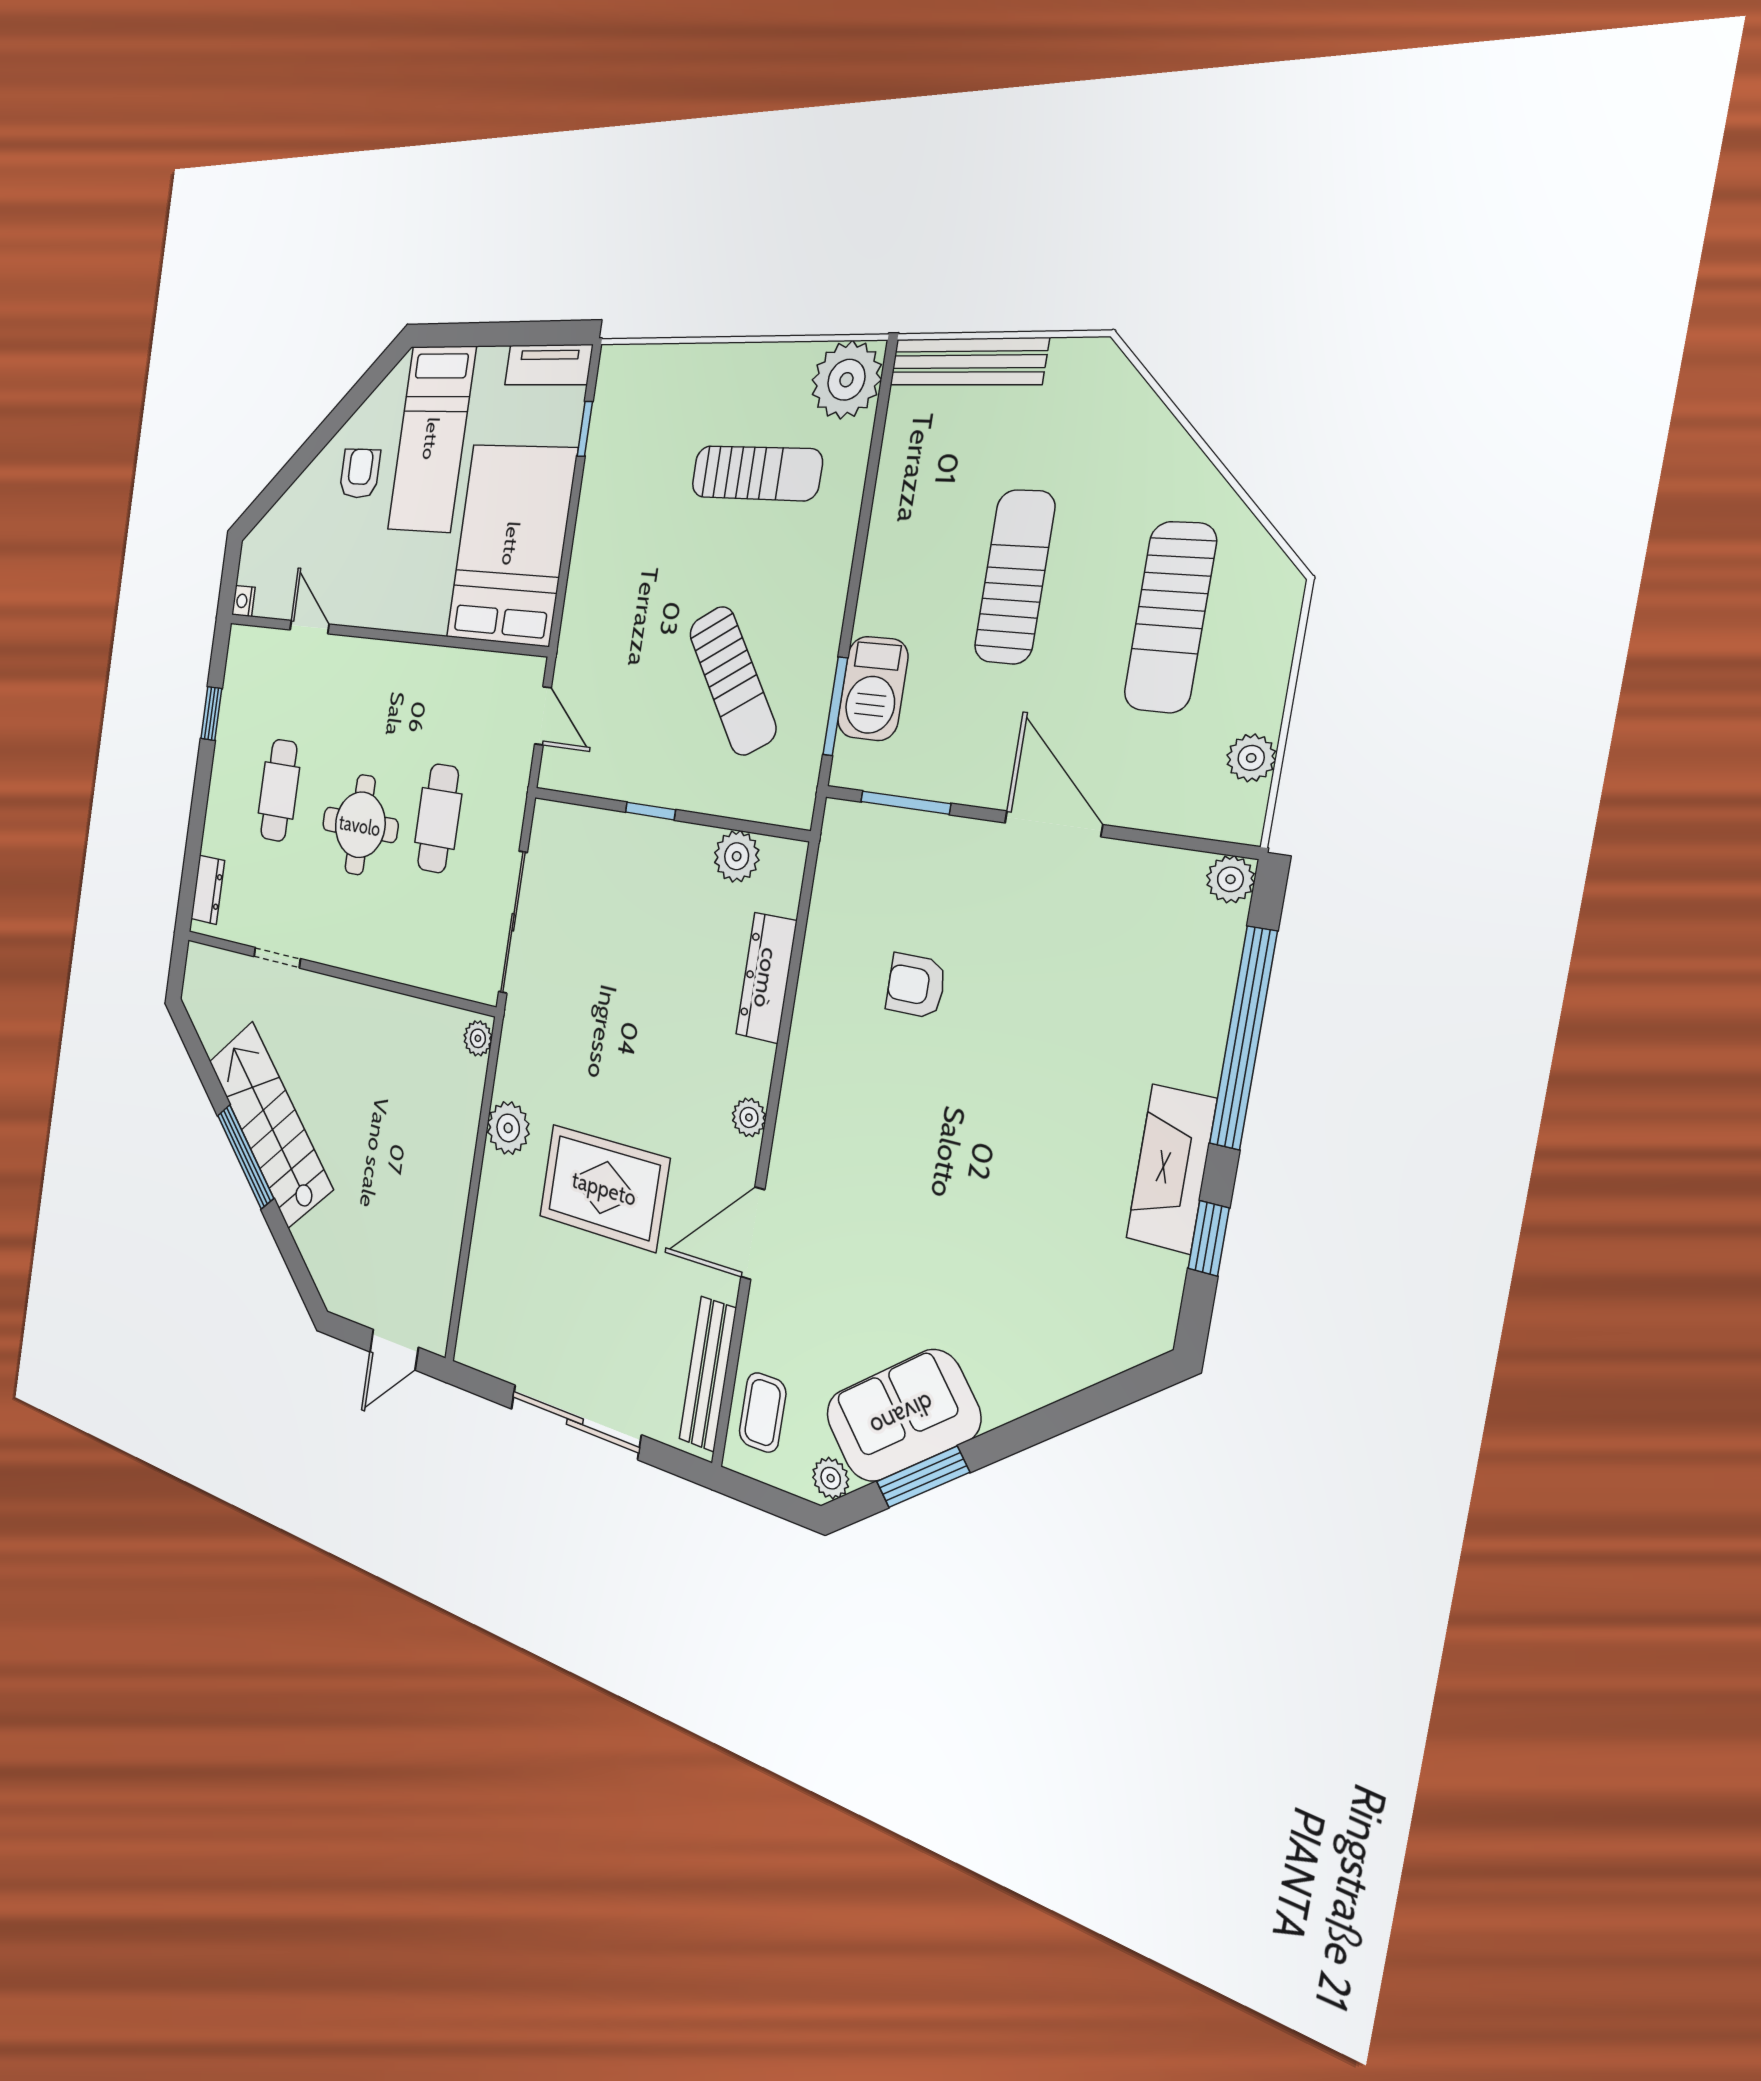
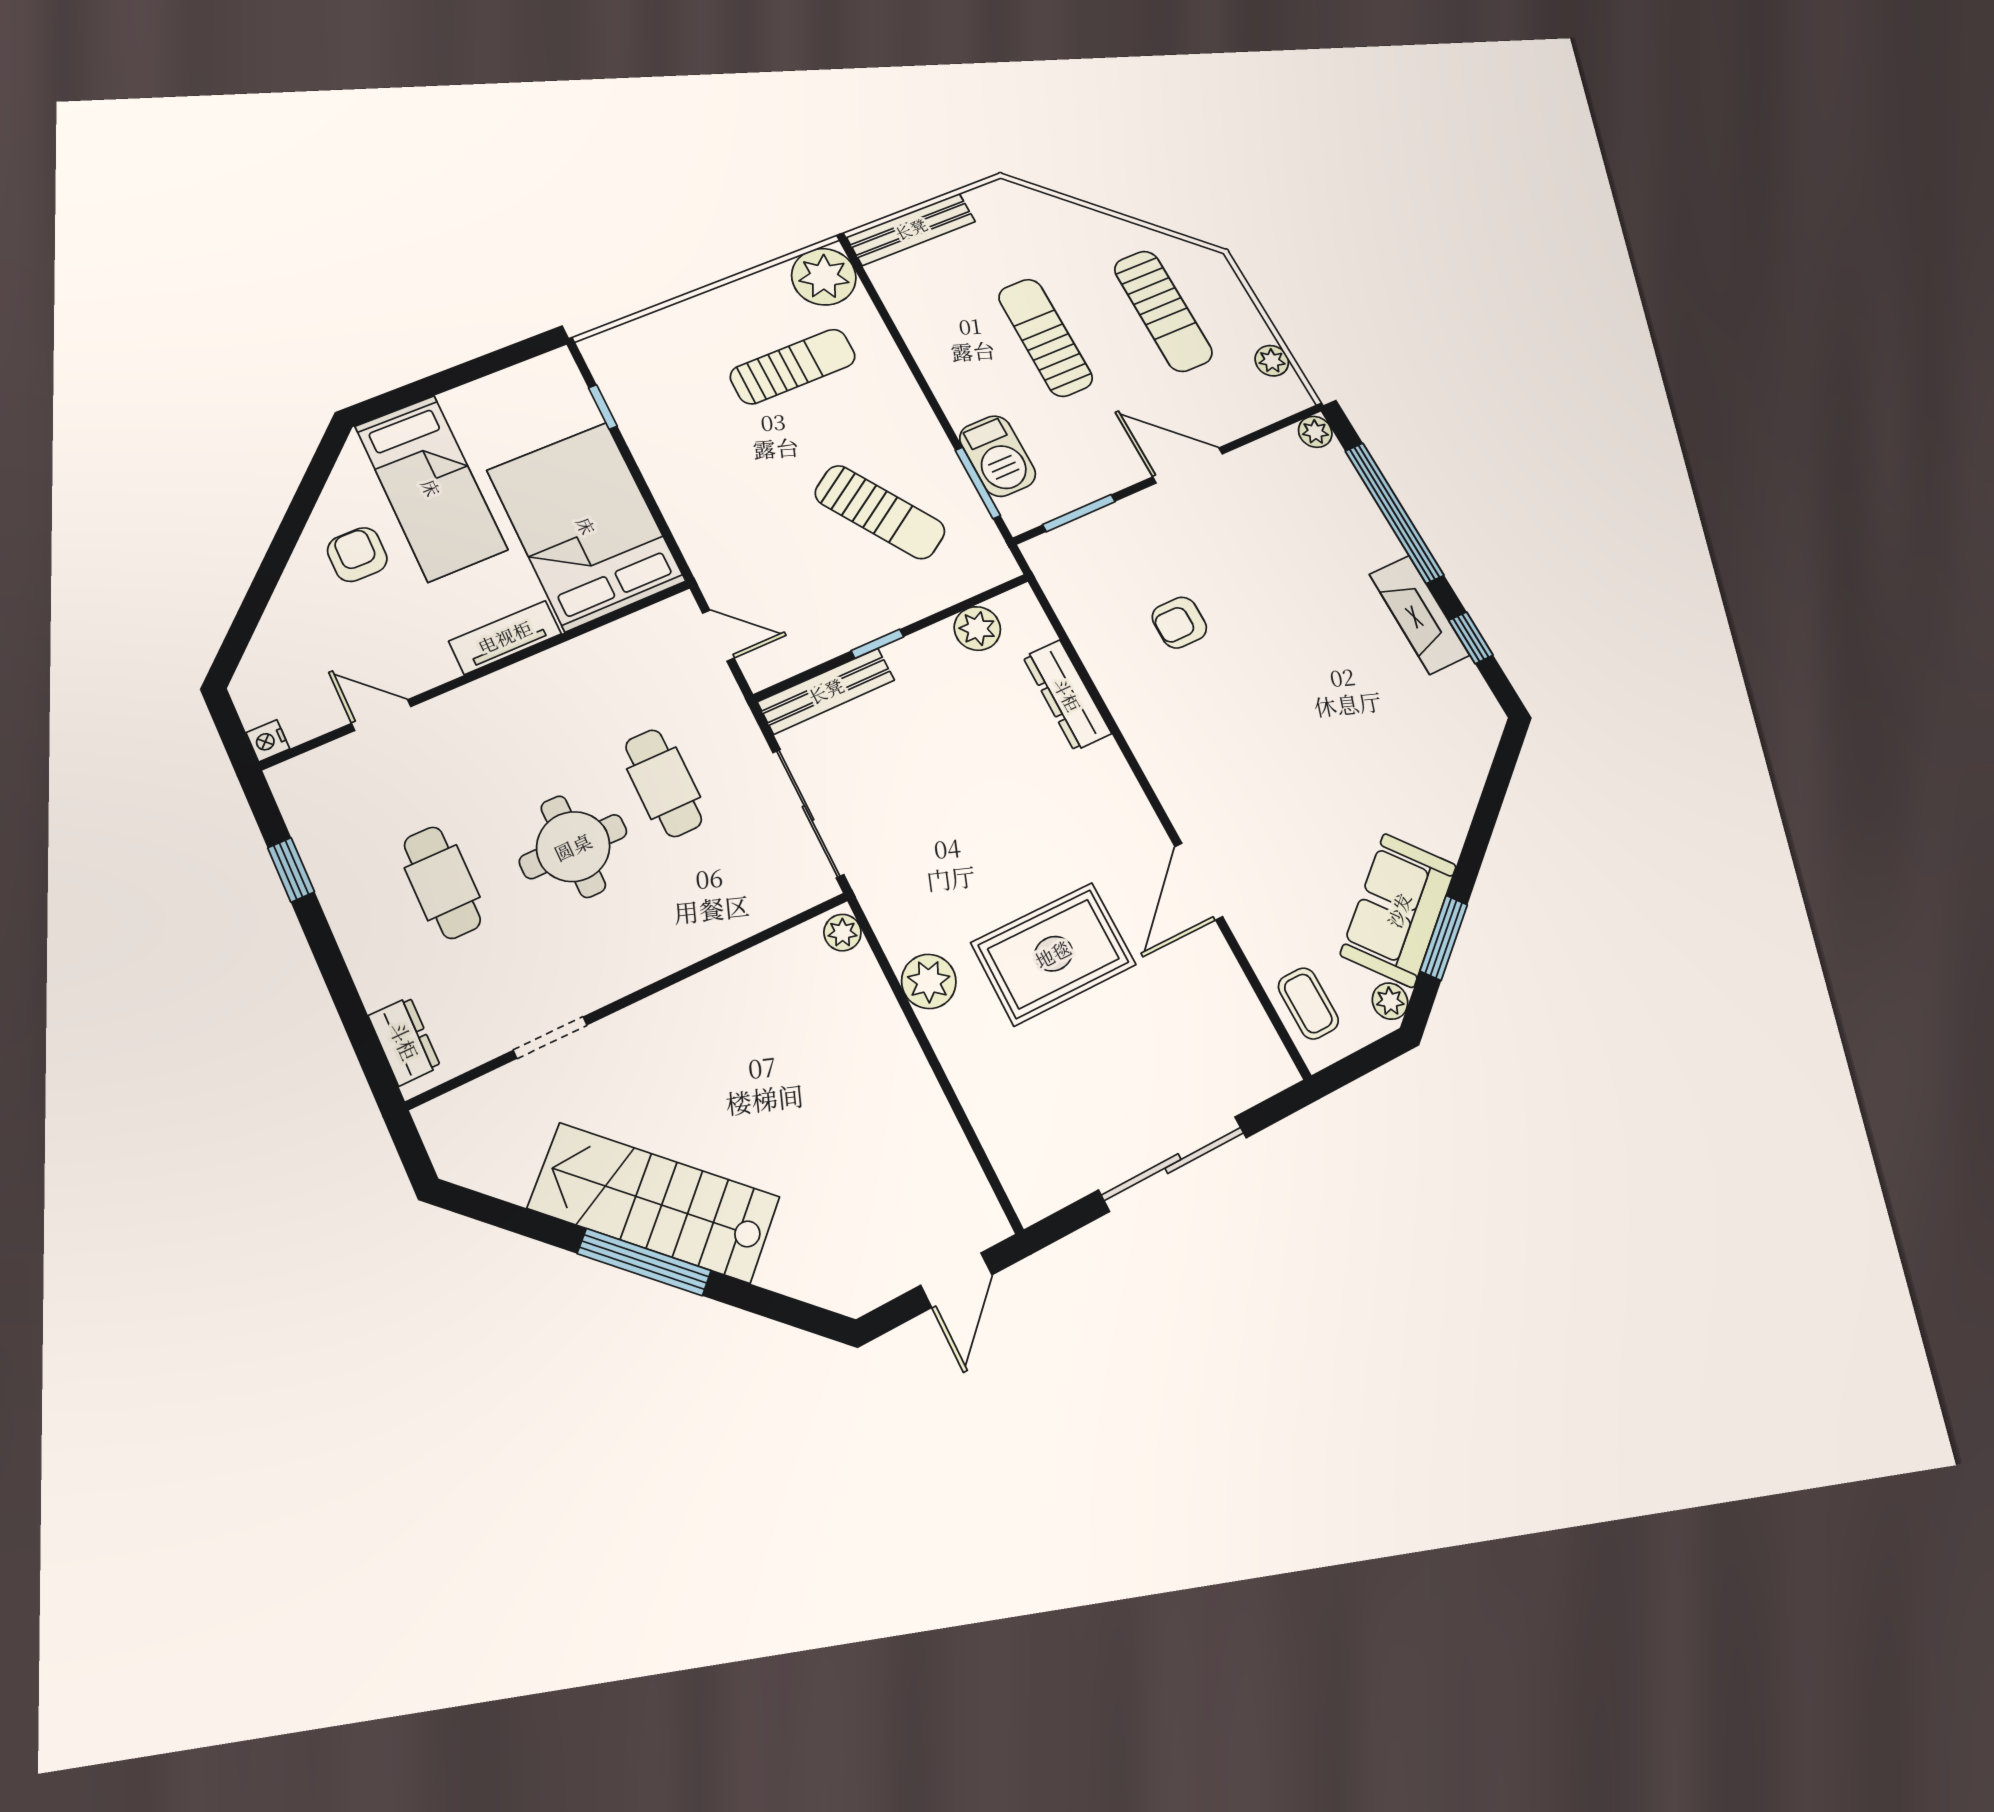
tv unit: (548, 365) -> (505, 637), moved, turned 180
plant: (749, 1117) -> (1131, 802), removed
bench: (708, 1374) -> (826, 691), moved, turned 90

